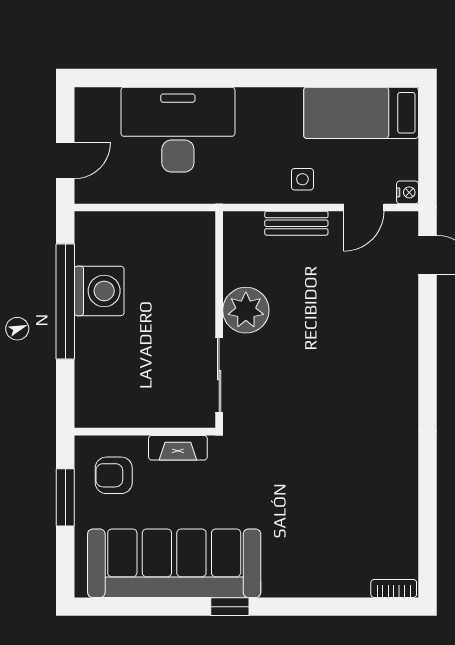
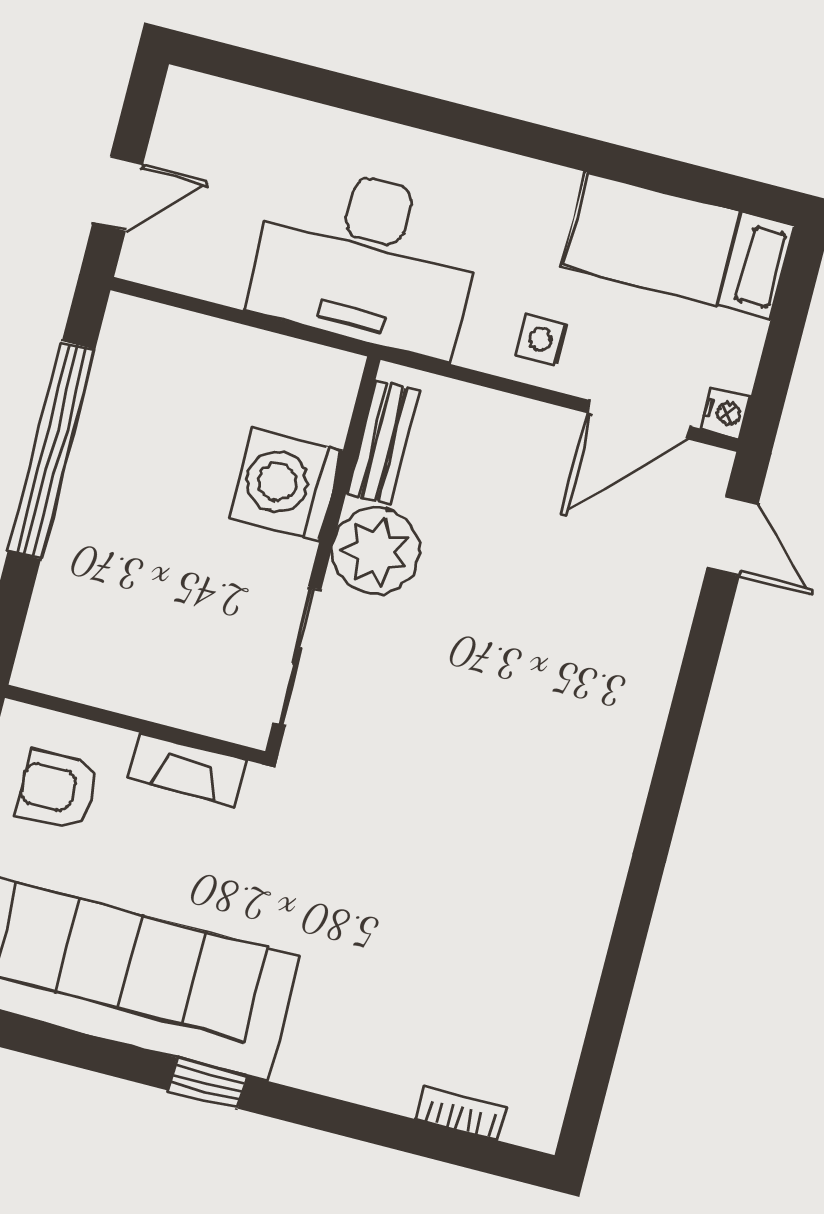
desk: (178, 130) -> (366, 259), moved, turned 180
door: (364, 208) -> (639, 420), width x1.38
bench: (296, 223) -> (383, 442), moved, turned 90
washing machine: (99, 291) -> (286, 484), moved, turned 180
bookcase: (394, 588) -> (461, 1113), moved

